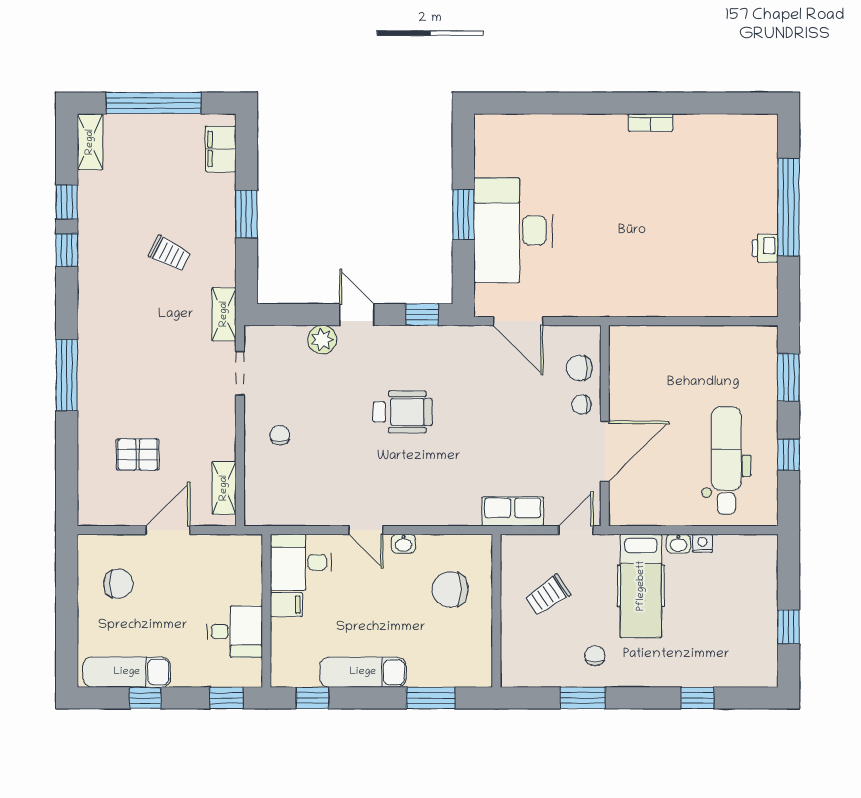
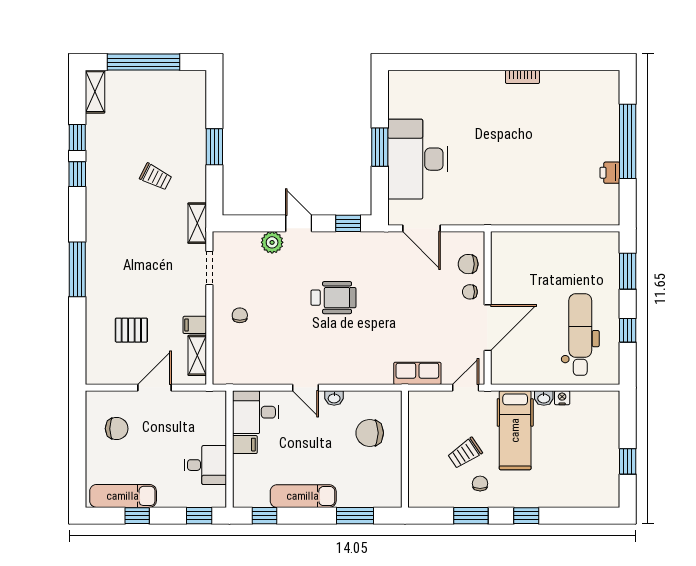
filing cabinet: (221, 149) -> (195, 325), moved, width x0.50
trolley: (548, 595) -> (465, 453), moved
window: (697, 698) -> (526, 516), moved

